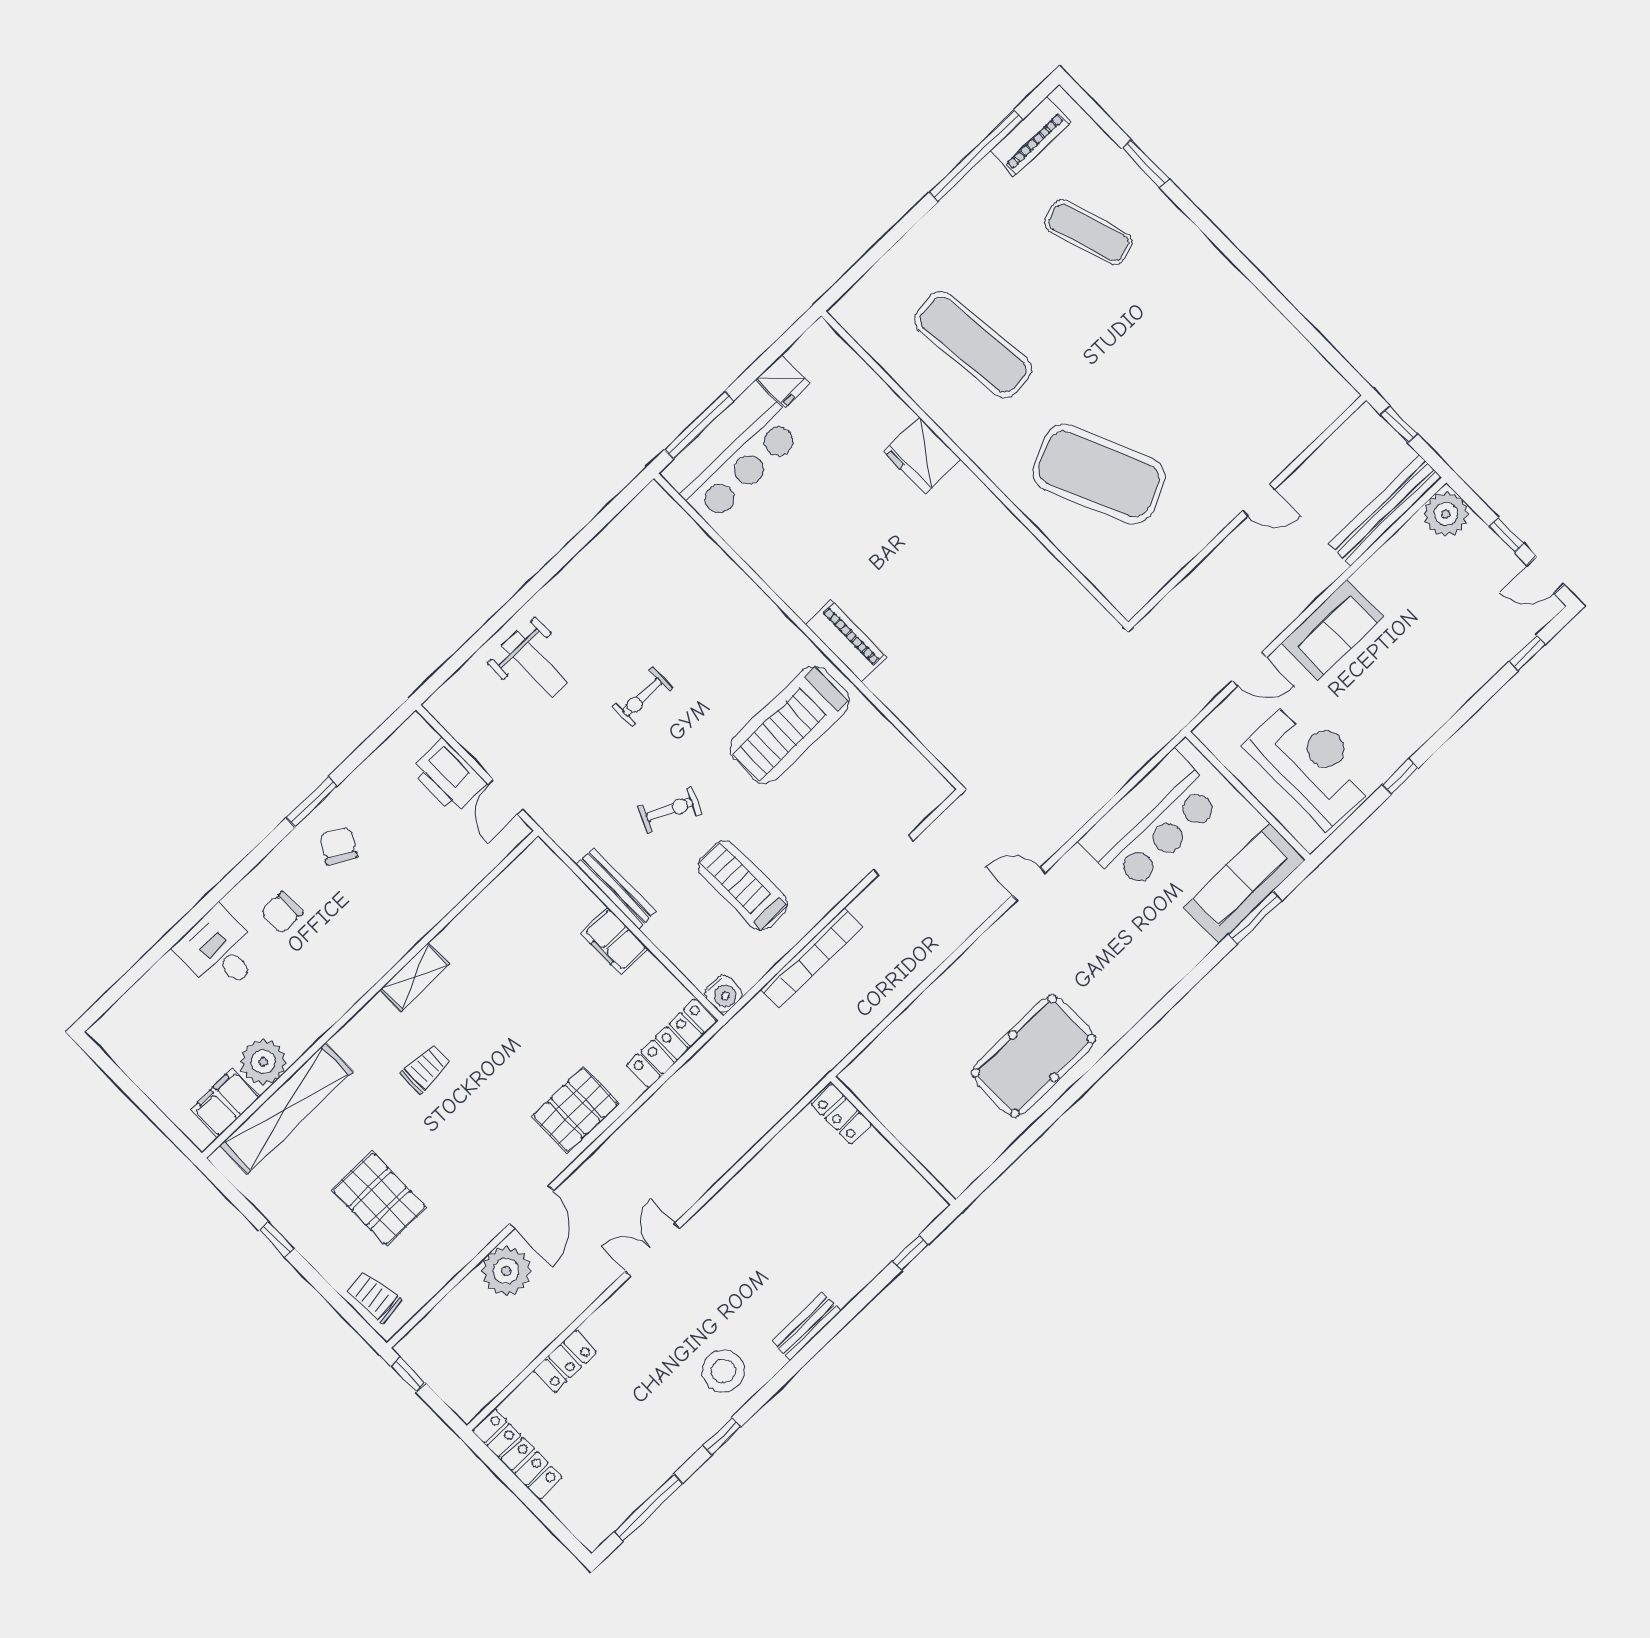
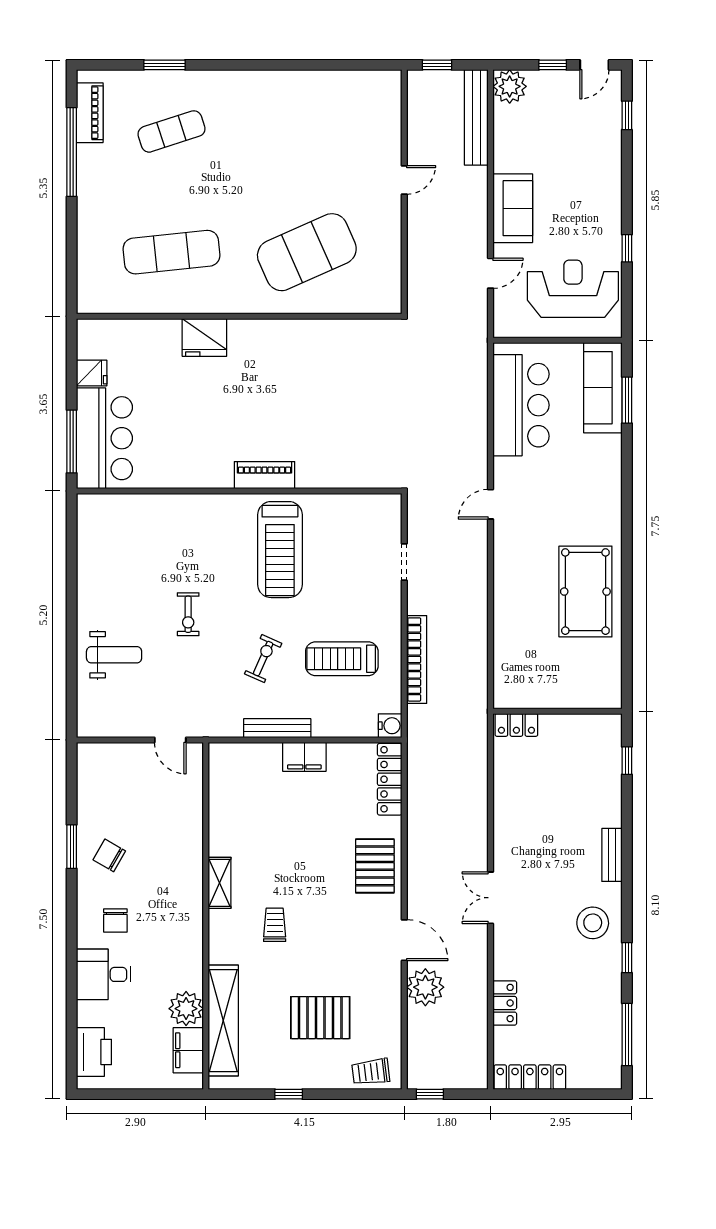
printer: (448, 776) -> (94, 1052), moved, turned -90

